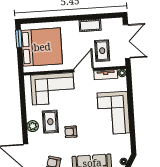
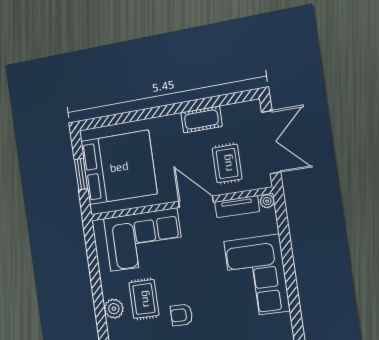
window: (19, 39) -> (81, 174), moved
door: (84, 70) -> (196, 202), hinge flipped

